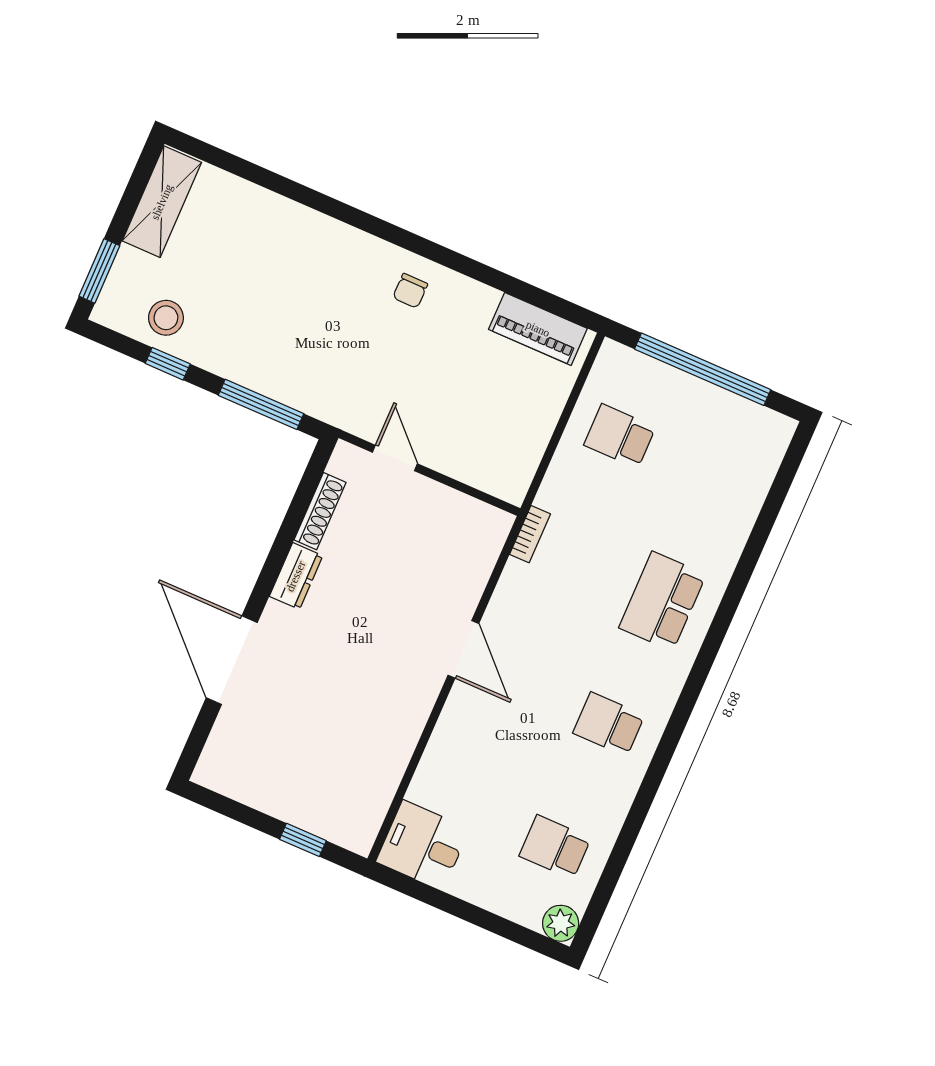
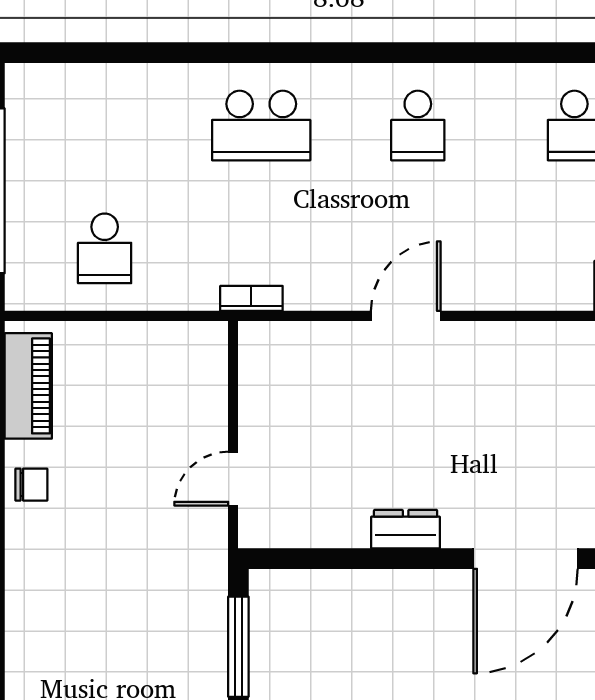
chair: (410, 291) -> (31, 485), moved
shoe rack: (320, 511) -> (325, 534), removed

